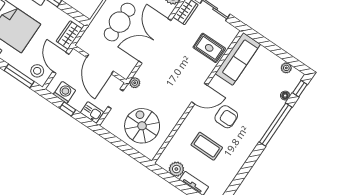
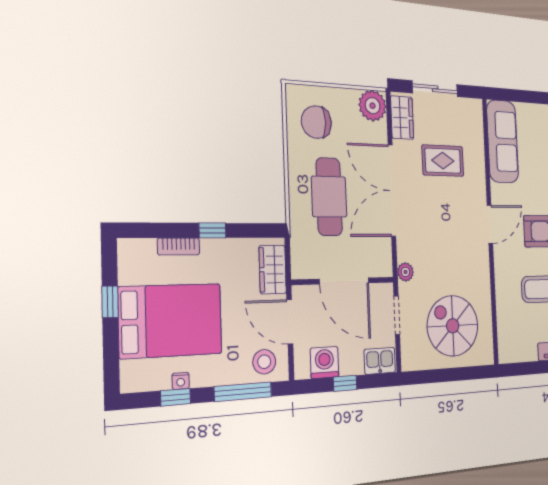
rug: (209, 48) -> (443, 161), moved
plant: (176, 169) -> (527, 350), removed

